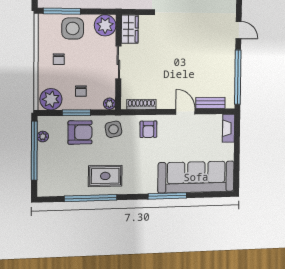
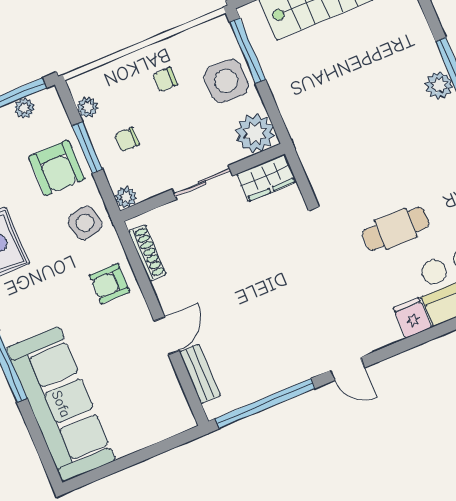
door: (239, 30) -> (347, 369), hinge flipped
plant: (51, 99) -> (88, 107), width x0.53, depth x0.53
fireplace: (229, 128) -> (169, 426), removed

